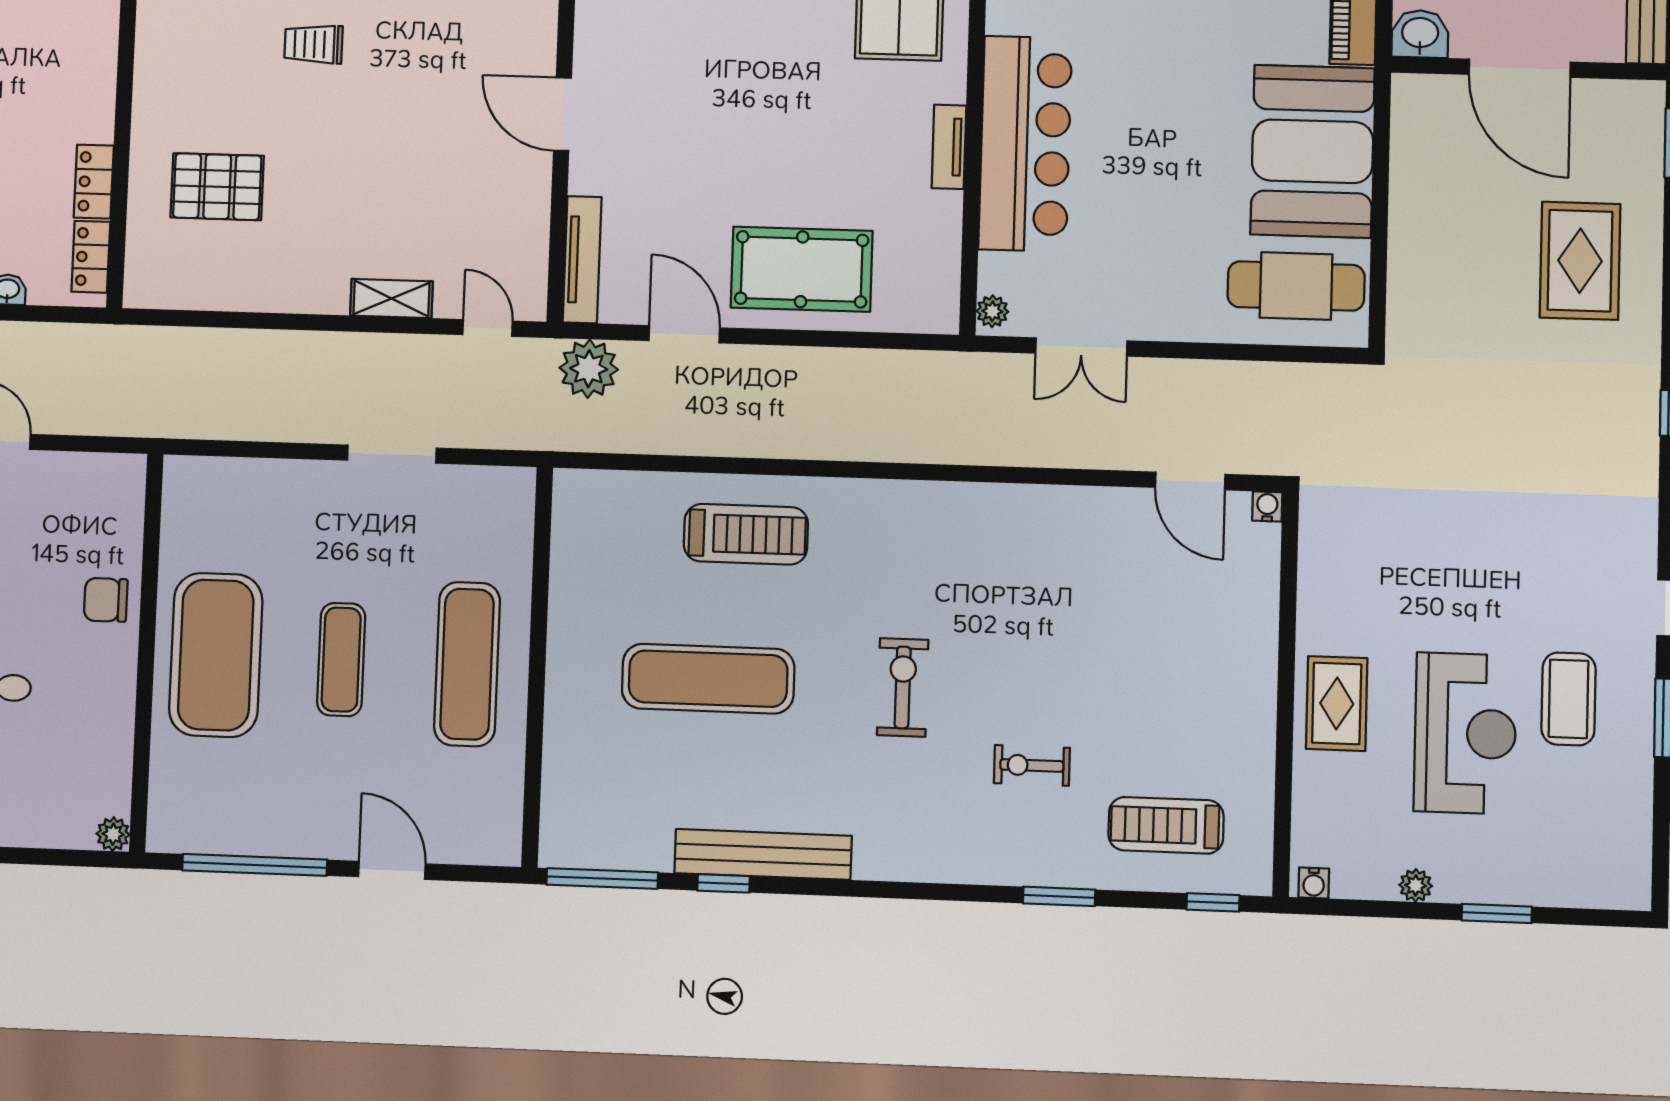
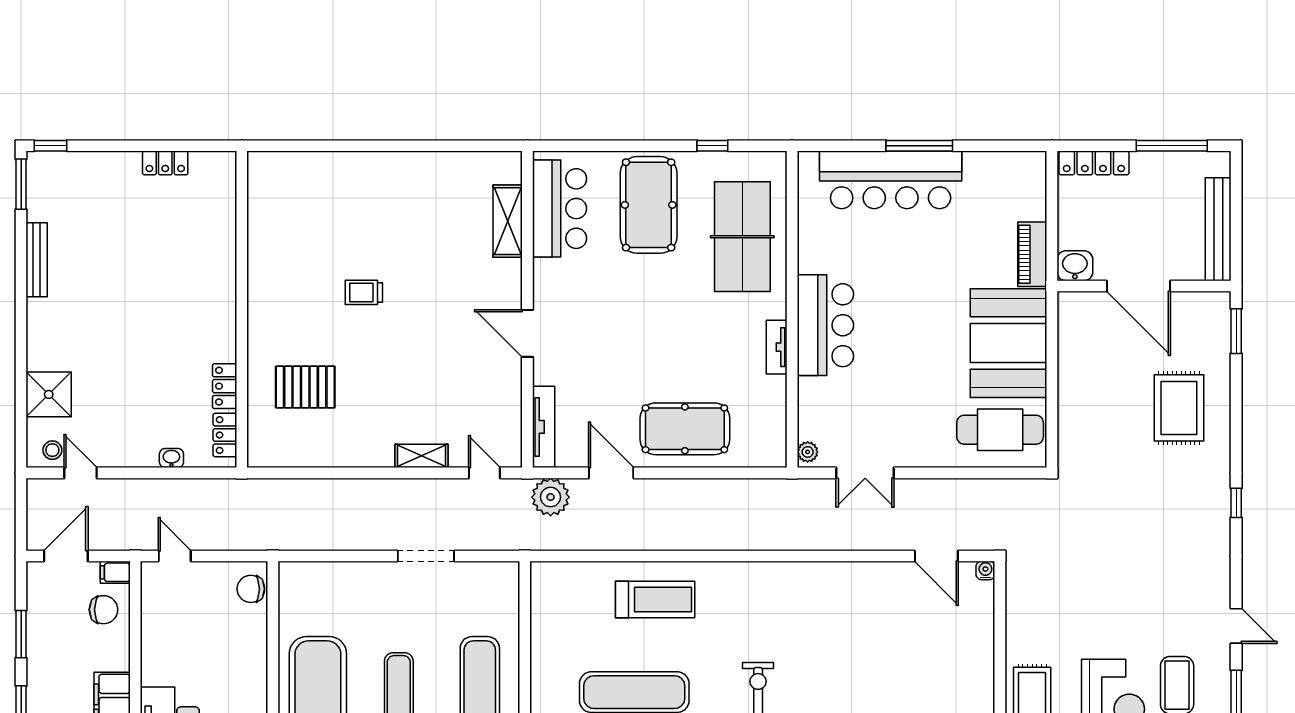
bar counter: (1025, 144) -> (825, 325), width x0.73
chair: (106, 600) -> (251, 589), moved

